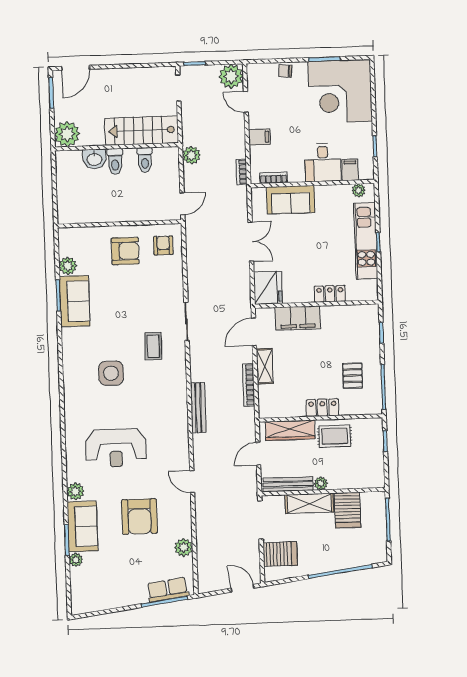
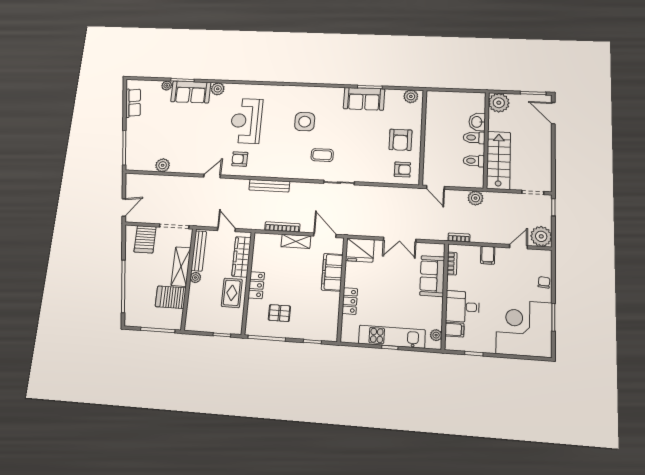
plant: (68, 266) -> (411, 96), moved
armchair: (139, 517) -> (240, 159), moved, width x0.53, depth x0.53
row of seats: (168, 590) -> (133, 103), moved

